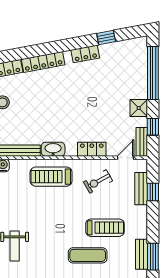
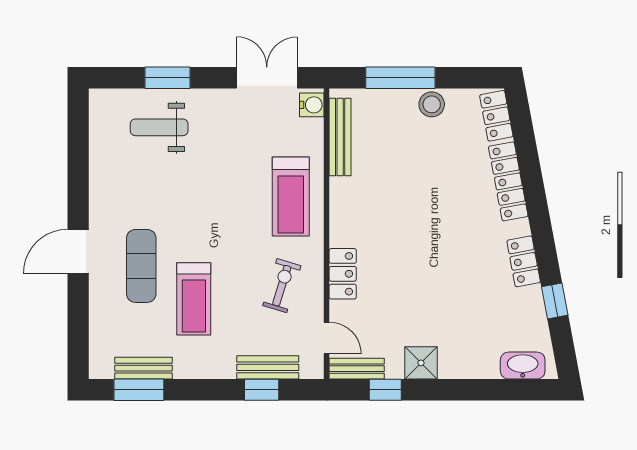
window: (153, 73) -> (487, 390), removed
washbasin: (53, 149) -> (523, 366), moved, turned -90
treadmill: (51, 177) -> (291, 197), turned 180
exercise bike: (98, 181) -> (282, 286), turned 46

